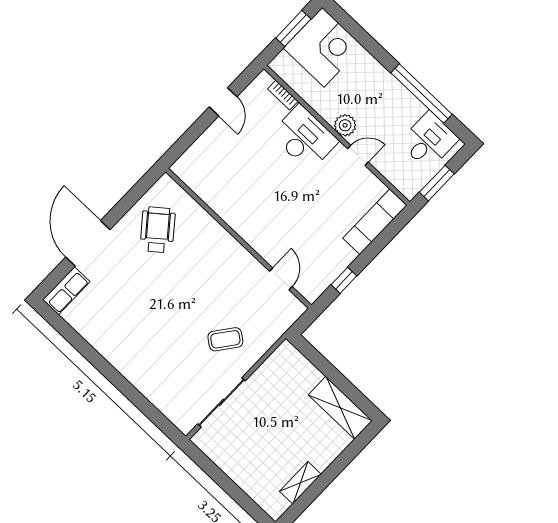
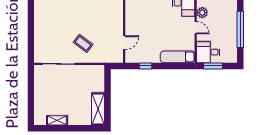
desk: (429, 141) -> (208, 52), moved, turned 180

